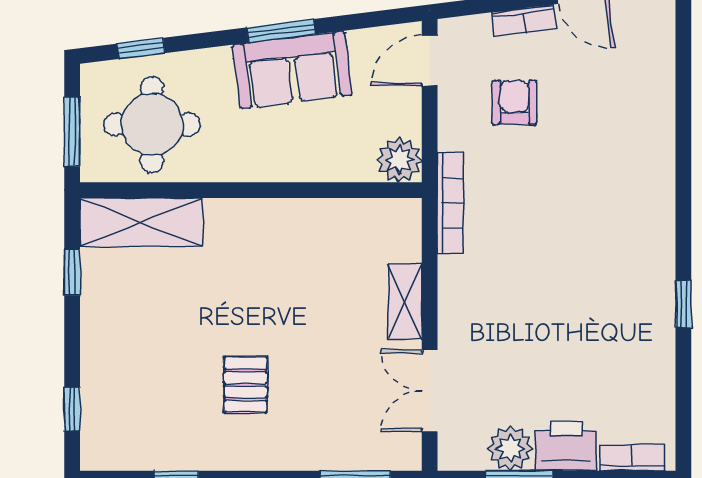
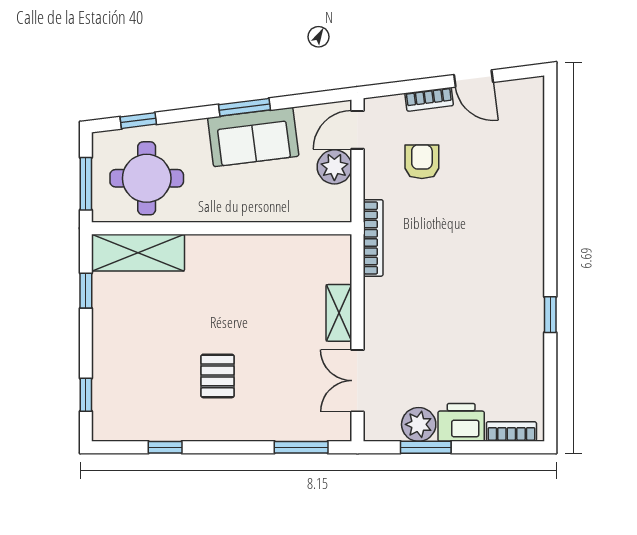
plant: (399, 160) -> (334, 167), moved

